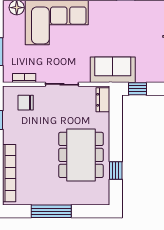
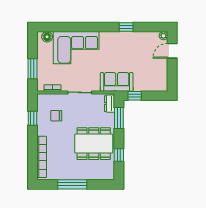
chair: (26, 103) -> (56, 116), moved
window: (116, 120) -> (119, 118), added
dining table: (81, 155) -> (94, 144), turned 90

